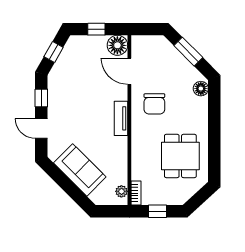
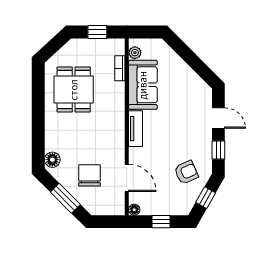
floor lamp: (117, 45) -> (134, 210), width x0.53, depth x0.53
armchair: (72, 76) -> (186, 172), added
chair: (154, 104) -> (89, 175), moved
sofa: (80, 170) -> (143, 85), moved, turned -135
bookcase: (136, 193) -> (120, 68), moved

